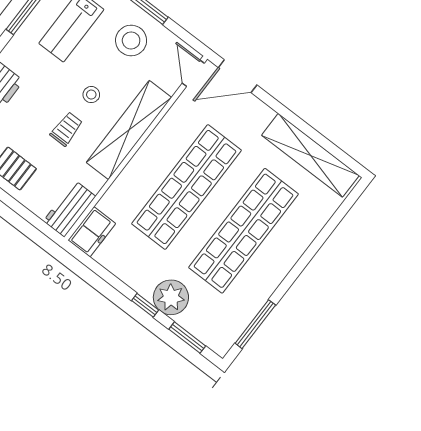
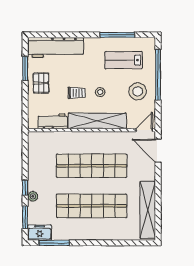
workbench: (69, 209) -> (53, 121), moved
freezer: (92, 232) -> (40, 233), moved, turned 180
plant: (171, 297) -> (33, 196), width x0.53, depth x0.53

